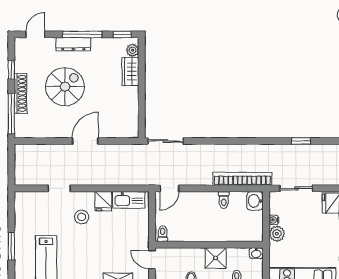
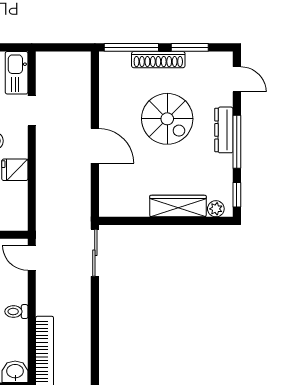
window: (11, 70) -> (190, 47), width x1.50
wardrobe: (131, 72) -> (178, 206), width x1.50
kitchen sink: (129, 200) -> (17, 73), moved
toilet: (224, 200) -> (16, 312), moved

